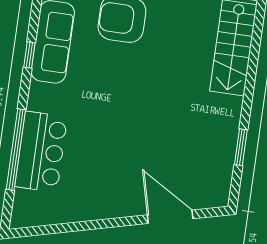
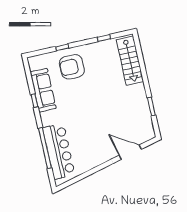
bar counter: (41, 152) -> (59, 151), width x1.36

